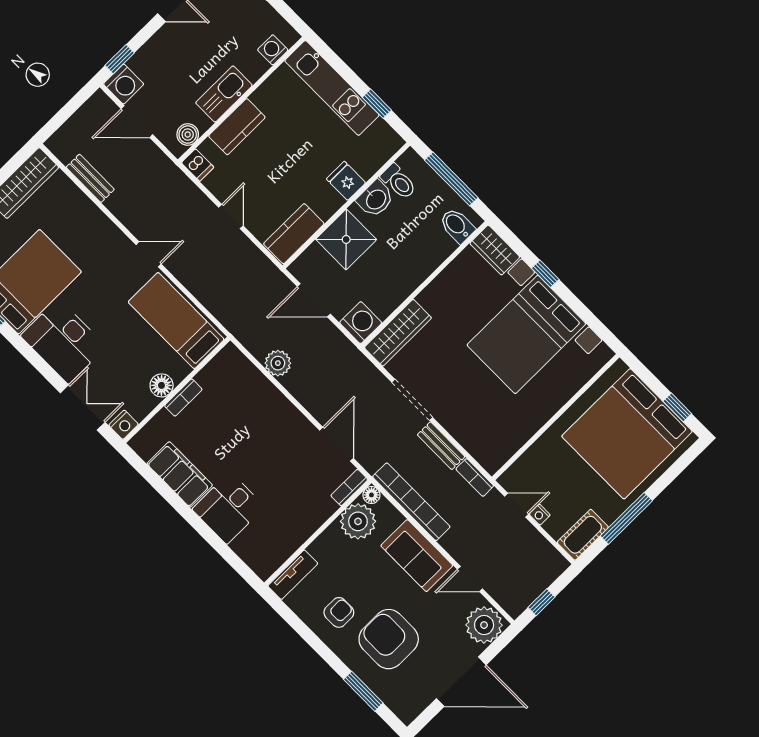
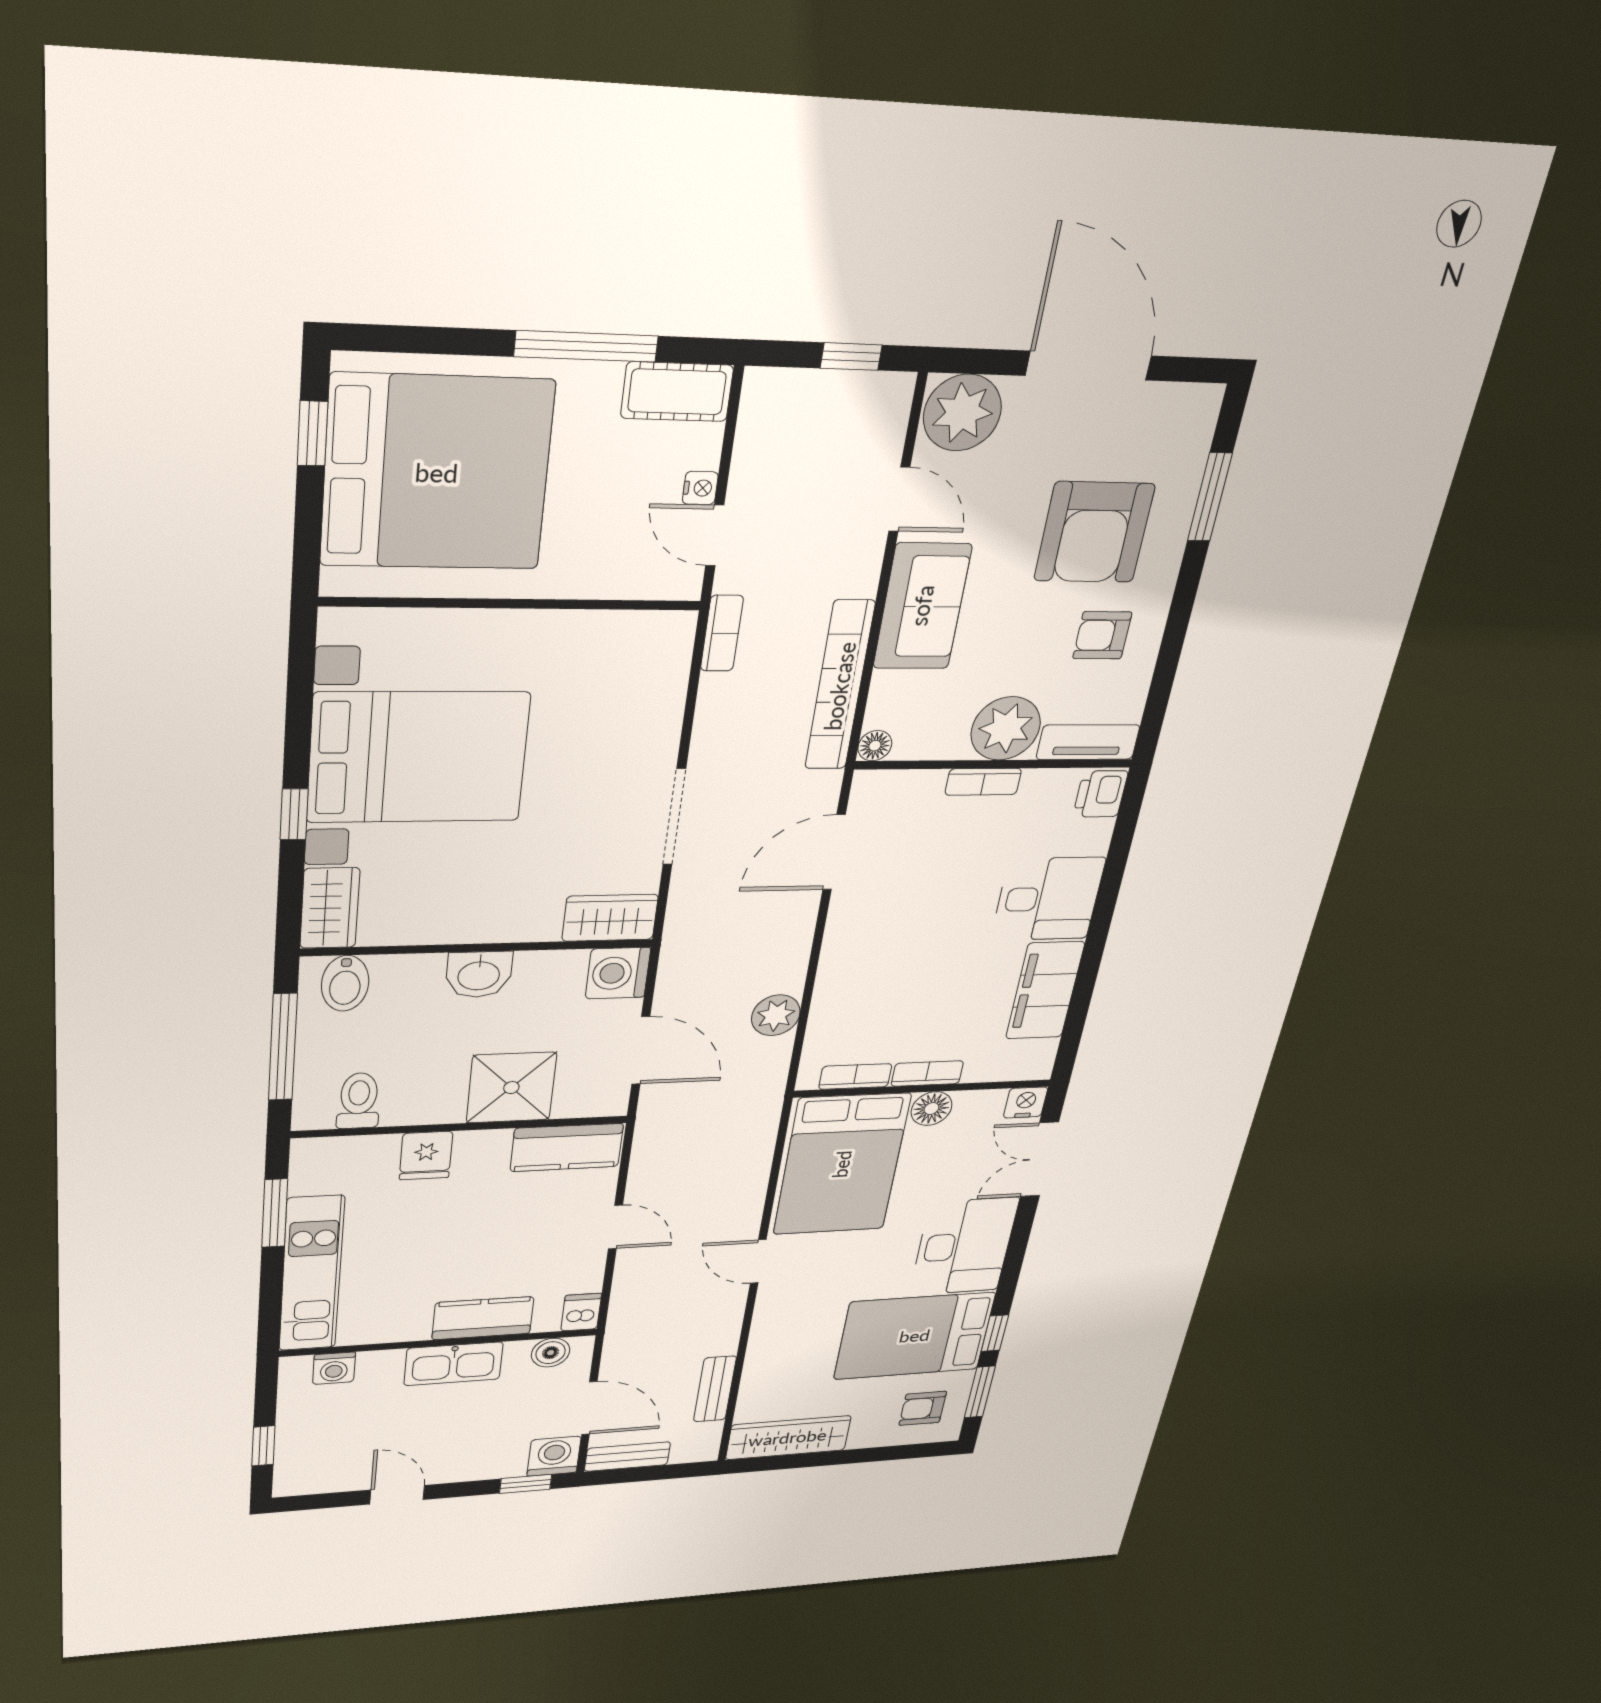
window: (377, 104) -> (275, 1213), width x1.50
washbasin: (376, 199) -> (479, 975), moved, turned 180
door: (231, 217) -> (615, 1227), swing flipped
bed: (176, 321) -> (842, 1164), width x1.50
wardrobe: (398, 333) -> (610, 918), width x0.67
bookcase: (212, 369) -> (855, 1076), added
bench: (441, 446) -> (628, 1457), moved, turned 90
bookcase: (349, 488) -> (983, 782), moved
plant: (358, 521) -> (1006, 729), moved
printer: (262, 563) -> (1100, 794), added

